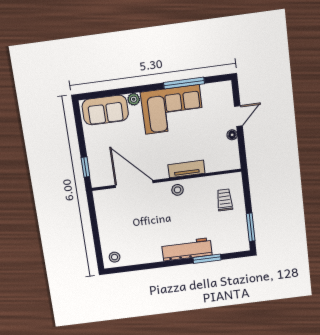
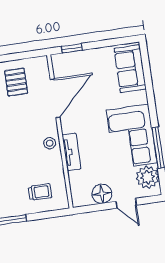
plant: (134, 99) -> (148, 177), moved, width x1.88, depth x1.88
floor lamp: (232, 135) -> (102, 194), width x1.89, depth x1.89
pallet: (118, 221) -> (16, 82), added

